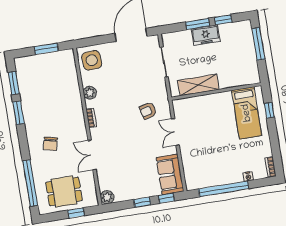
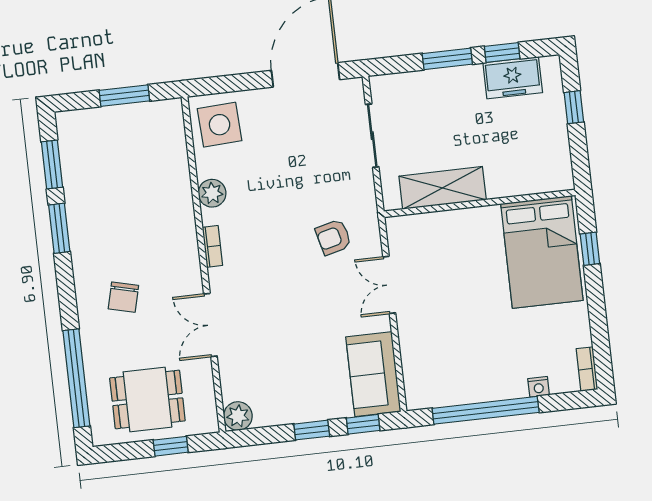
freezer: (206, 35) -> (513, 78), moved
window: (258, 44) -> (574, 107), width x0.46
bed: (247, 113) -> (542, 252), width x1.50

